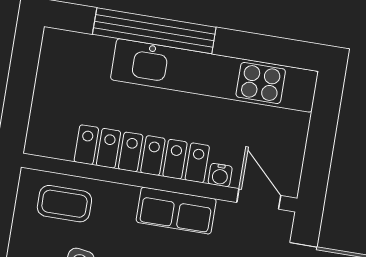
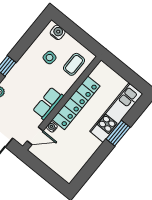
window: (154, 31) -> (118, 133), width x0.47
kitchen unit: (214, 75) -> (116, 113), moved, width x0.73

